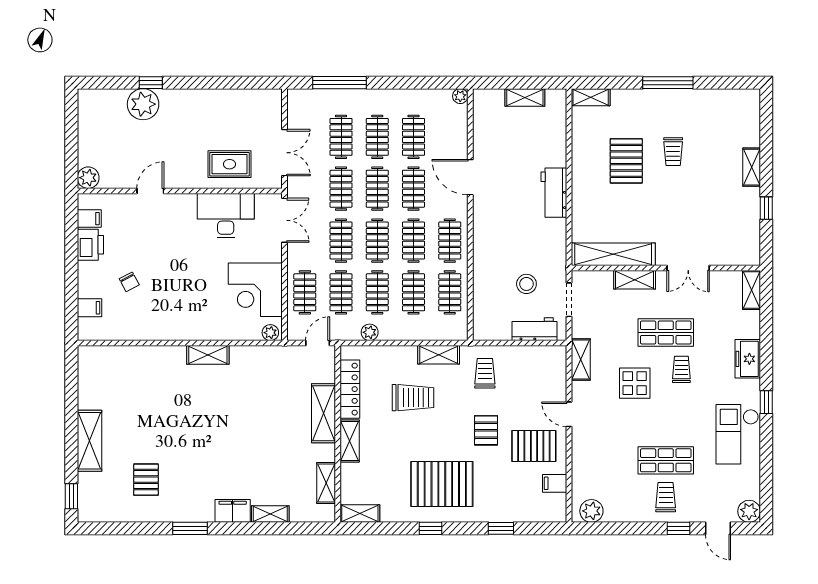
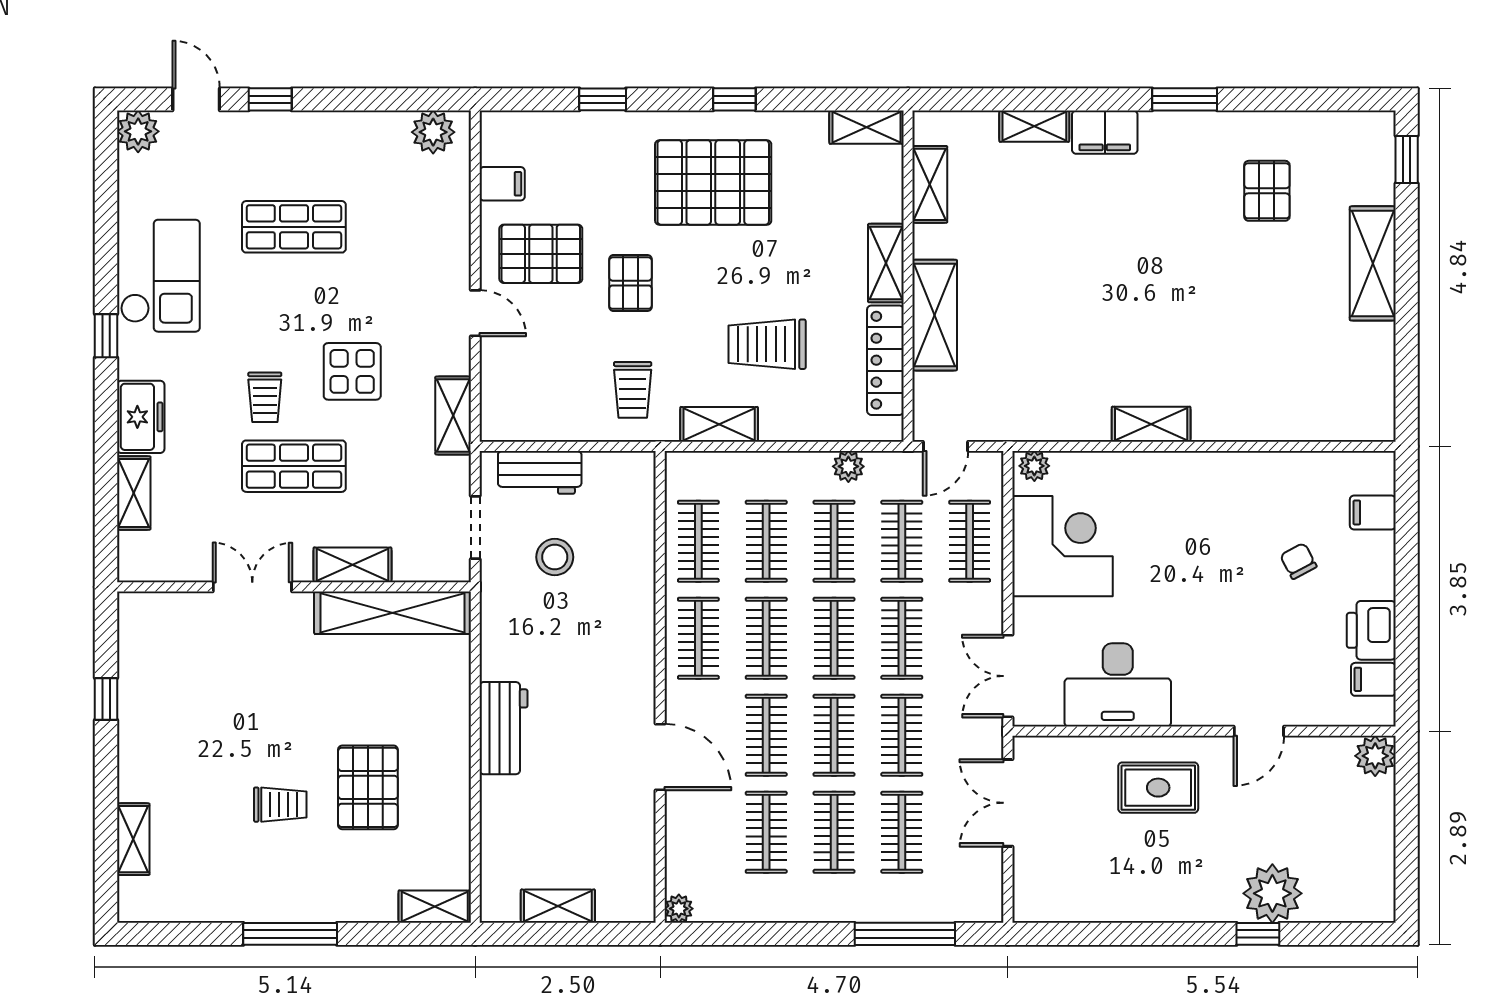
trolley: (673, 152) -> (280, 805), turned 90
rug: (229, 164) -> (1158, 788), moved
shelving: (752, 167) -> (133, 839), moved
shelving: (751, 290) -> (134, 493), moved
trolley: (666, 497) -> (294, 158), removed

